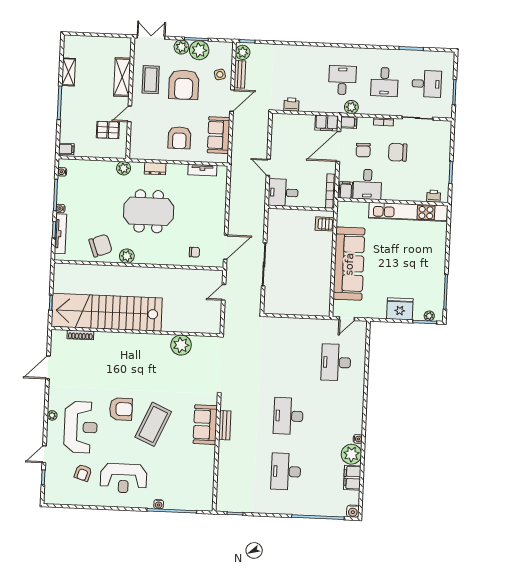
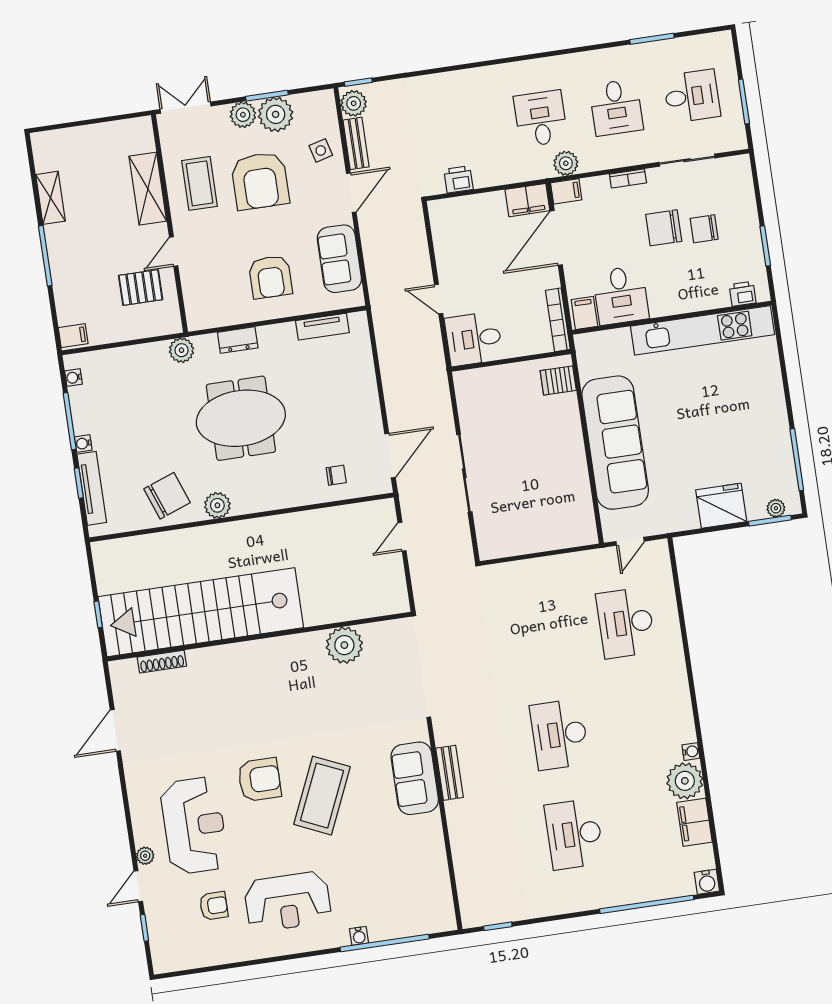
chair: (363, 150) -> (704, 229), moved, turned 91
plant: (52, 415) -> (145, 856), moved
armchair: (83, 473) -> (214, 906), turned -107

